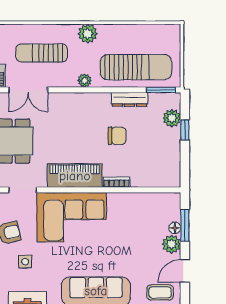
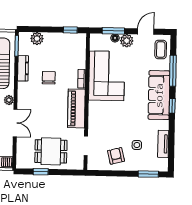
double door: (28, 90) -> (15, 123), moved
window: (185, 130) -> (70, 30), moved
corner sofa: (72, 217) -> (107, 76), moved
door: (185, 271) -> (146, 31), swing flipped

